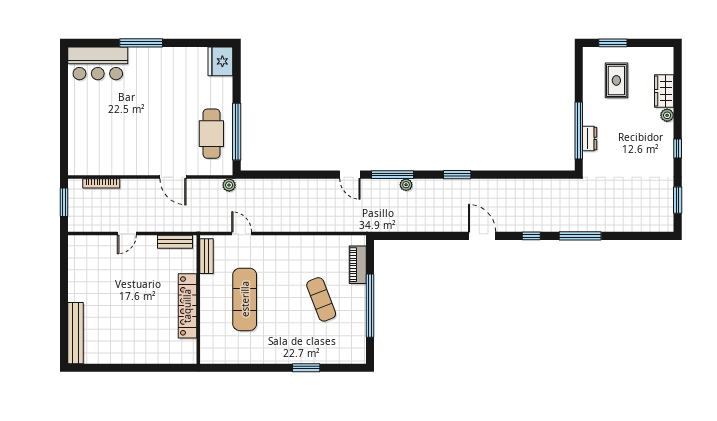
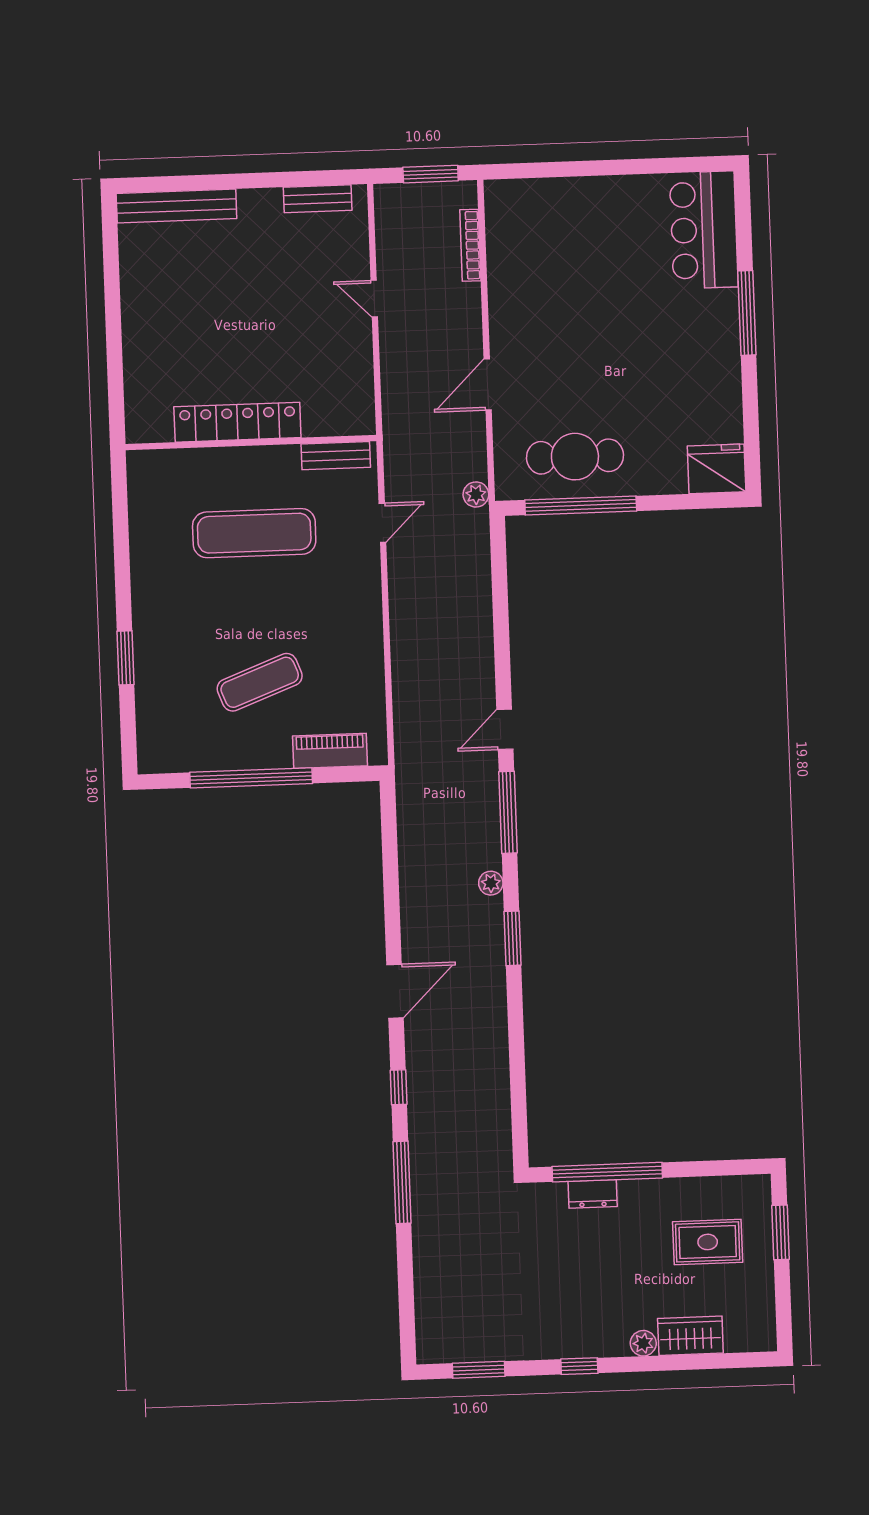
plant: (406, 185) -> (491, 883), moved
bench: (175, 242) -> (318, 199), moved, turned 90

